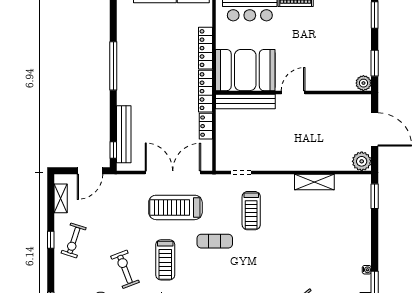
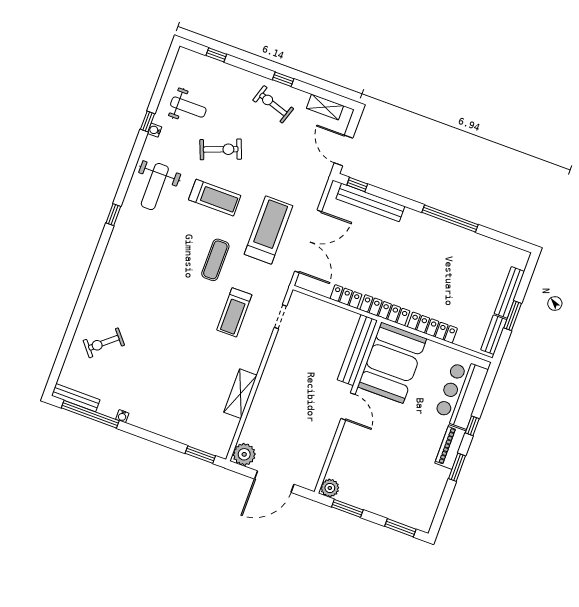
treadmill: (251, 211) -> (234, 312), turned -90
treadmill: (165, 260) -> (215, 198), turned 180

